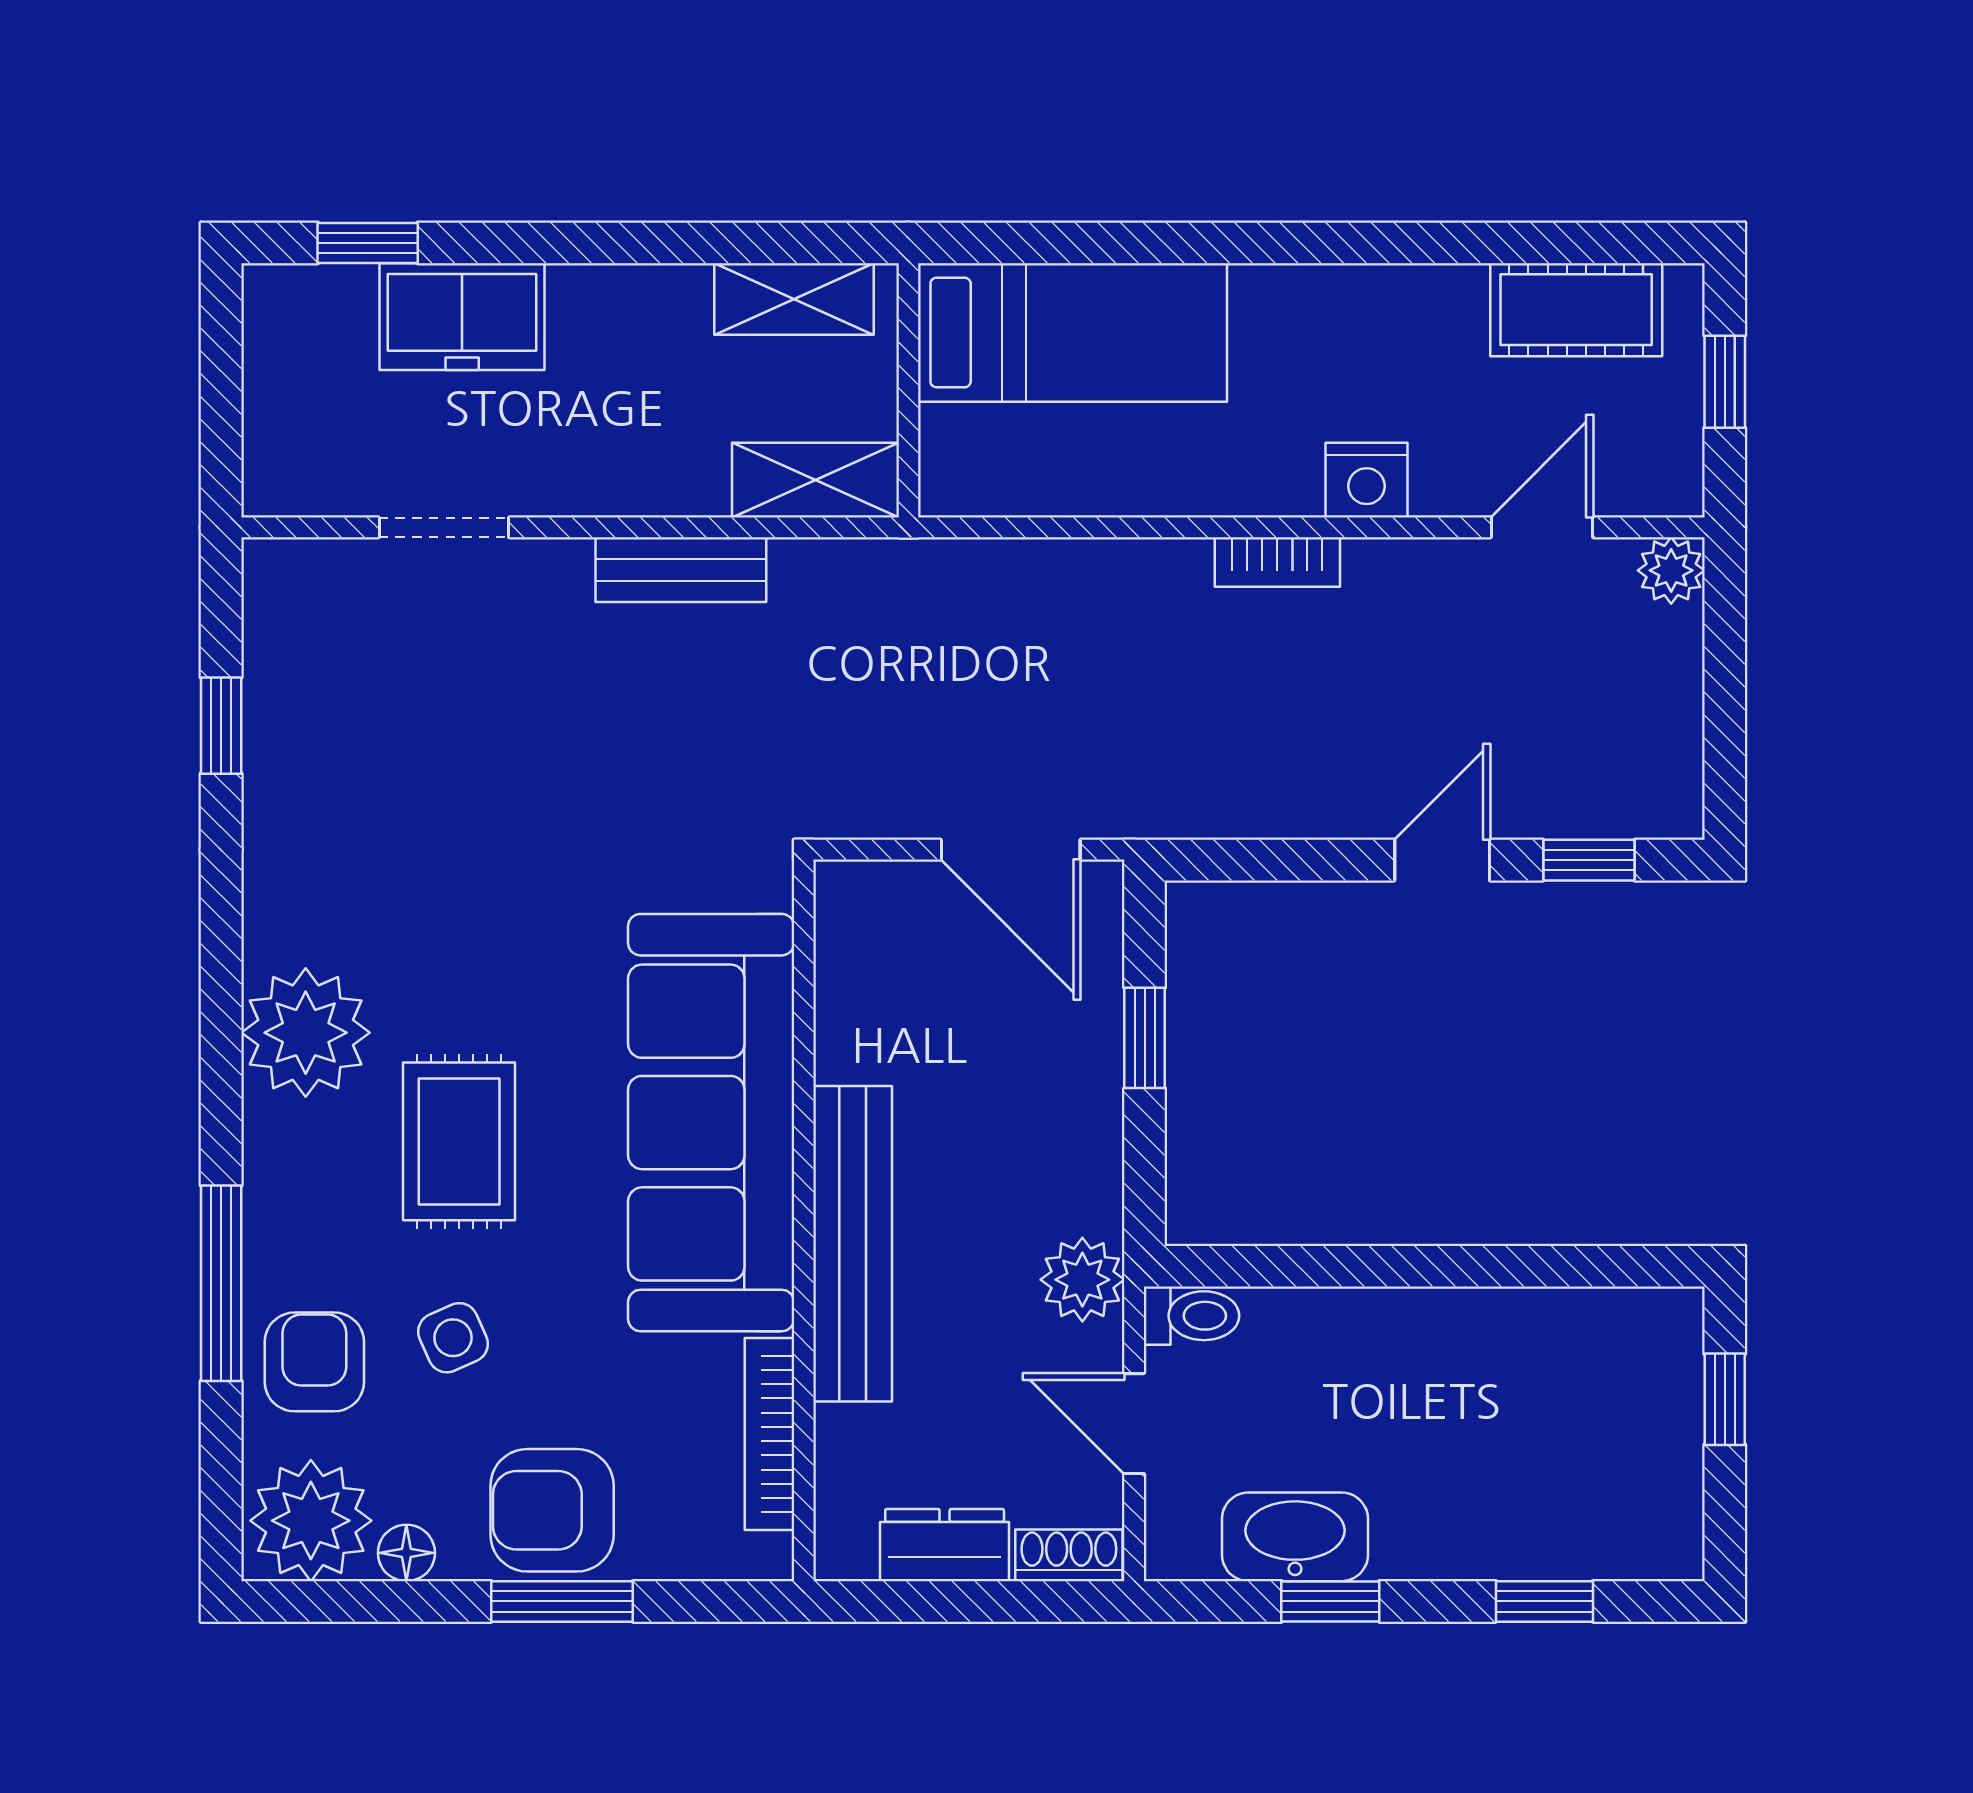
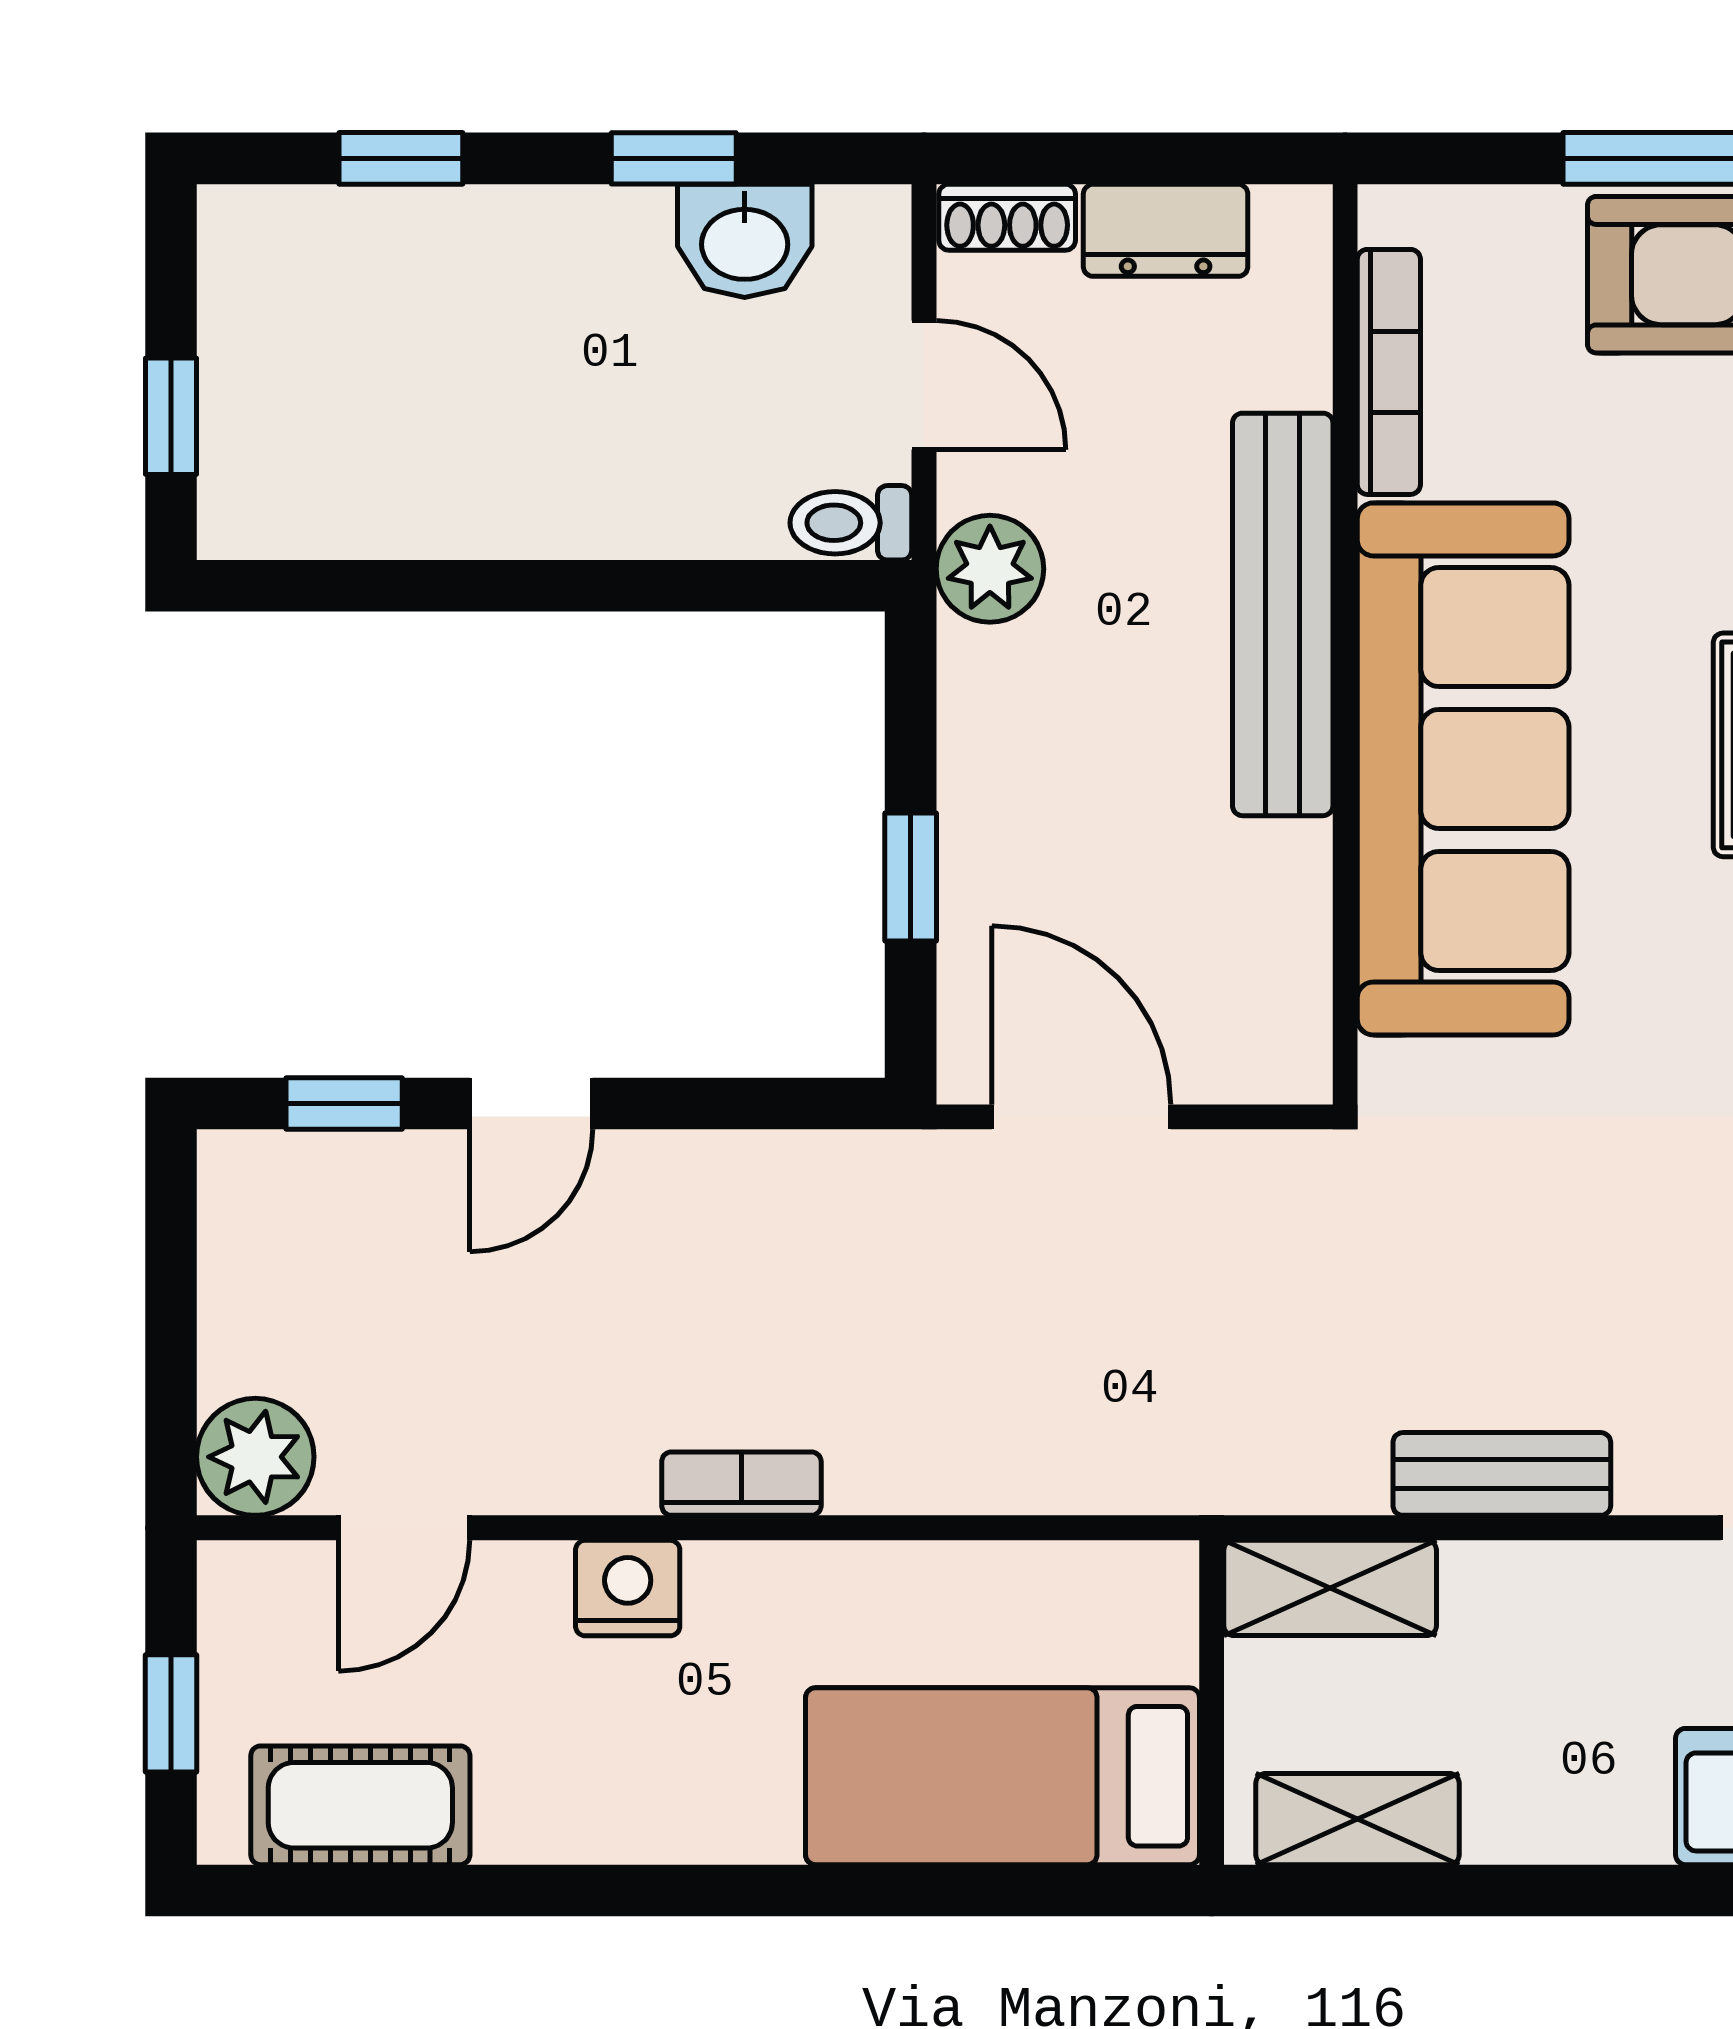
plant: (1671, 570) -> (255, 1457), width x1.38, depth x1.38
washbasin: (1295, 1537) -> (745, 241), width x0.72

